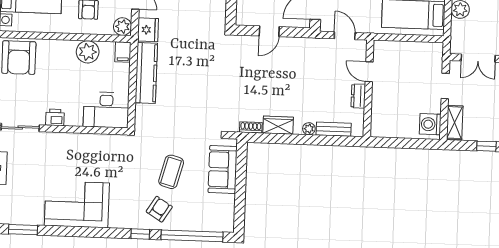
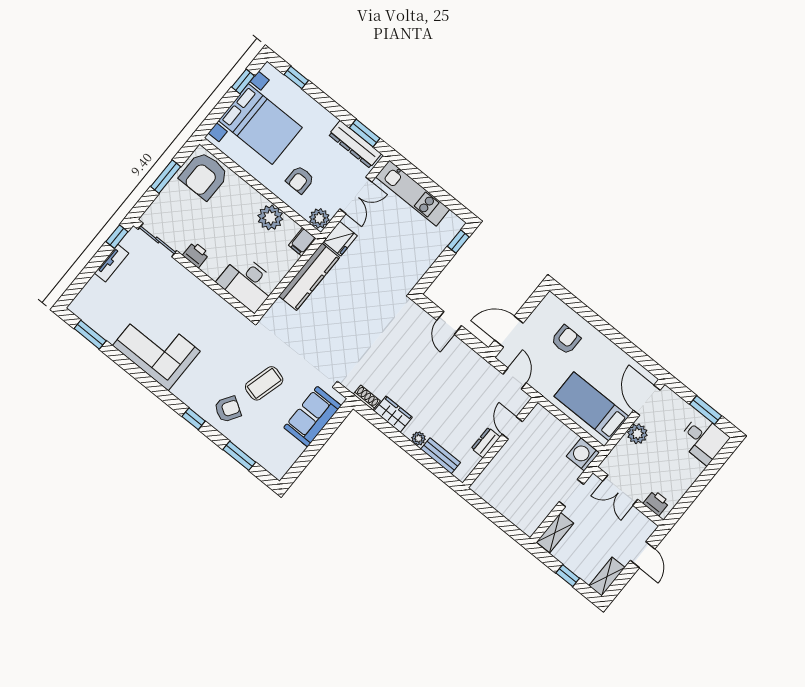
door: (269, 31) -> (449, 323), hinge flipped
washing machine: (430, 124) -> (583, 455), moved
window: (192, 236) -> (239, 456), width x0.47

